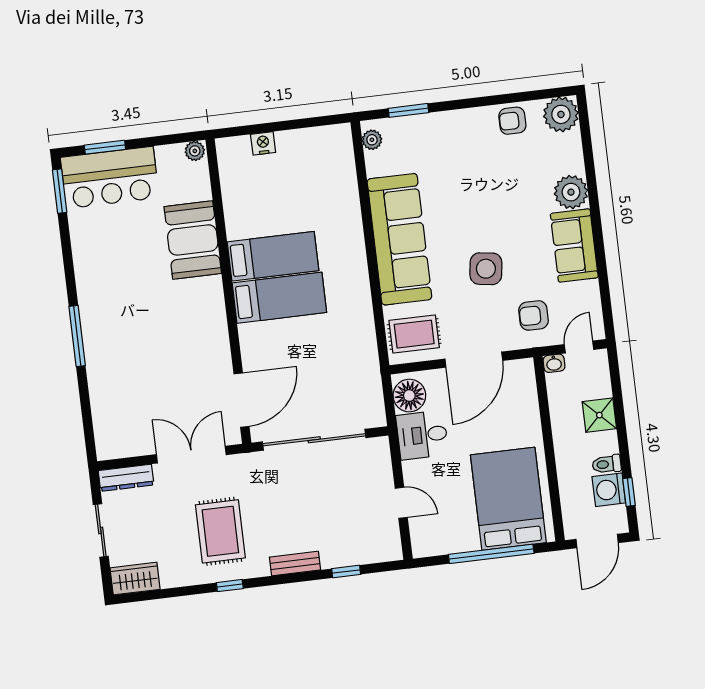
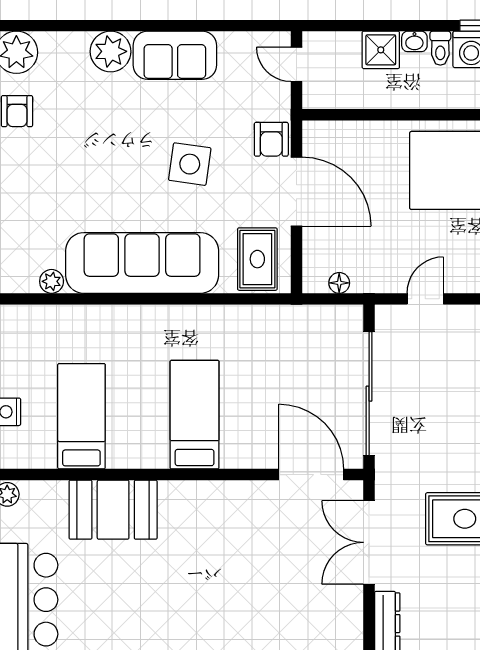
plant: (372, 140) -> (52, 281), moved
bed: (273, 256) -> (81, 416), moved
armchair: (534, 315) -> (271, 139), moved
washbasin: (554, 363) -> (414, 41), moved, turned 90
floor lamp: (409, 396) -> (339, 283), width x0.53, depth x0.53
desk: (422, 435) -> (379, 264), removed
door: (401, 503) -> (425, 299), moved

